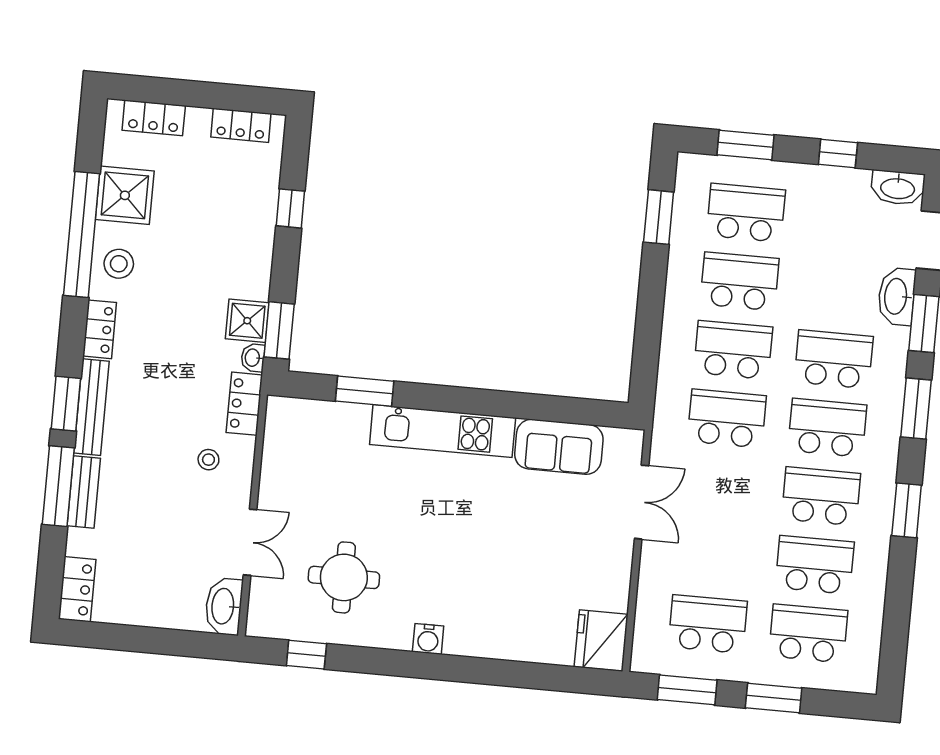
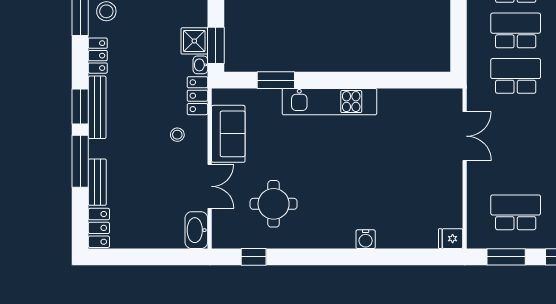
sofa: (559, 447) -> (228, 134), moved, turned -90
bench: (84, 492) -> (97, 182), moved
water cooler: (428, 639) -> (366, 239), moved
fridge: (601, 641) -> (451, 239), width x0.53, depth x0.75

